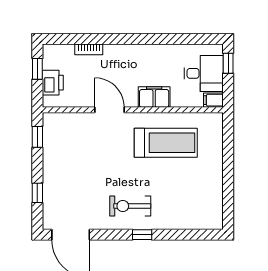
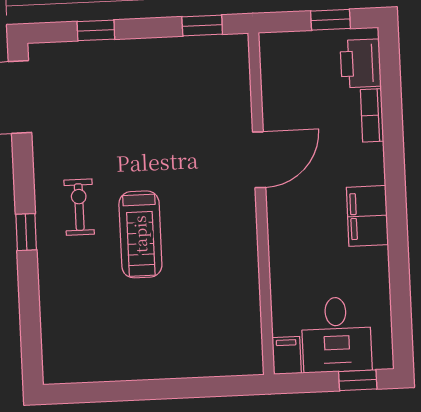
printer: (53, 83) -> (361, 63), moved, turned 90
filing cabinet: (154, 97) -> (367, 216), moved, turned 180
treadmill: (166, 143) -> (140, 234), moved, width x0.73, depth x0.73
exercise bike: (130, 206) -> (79, 207), width x0.73, depth x0.72

